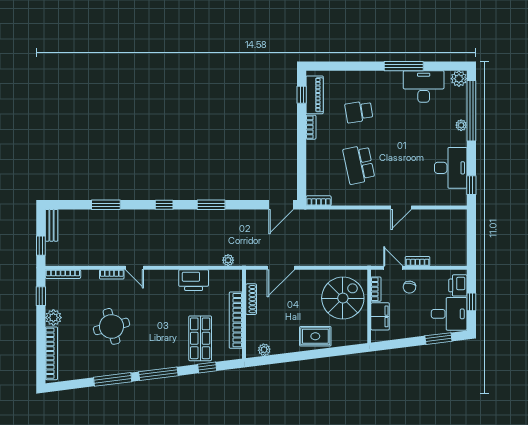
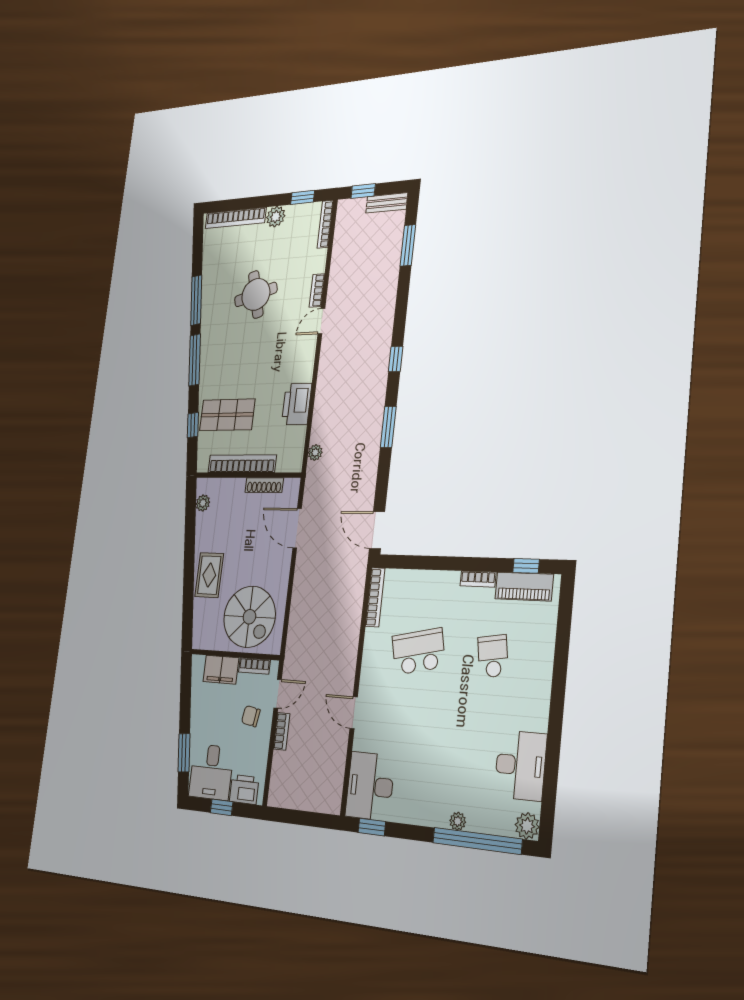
window: (404, 66) -> (554, 735), removed
desk: (451, 168) -> (370, 786), moved, turned 90
bookcase: (319, 201) -> (375, 597), width x1.56
window: (106, 205) -> (408, 245), moved

